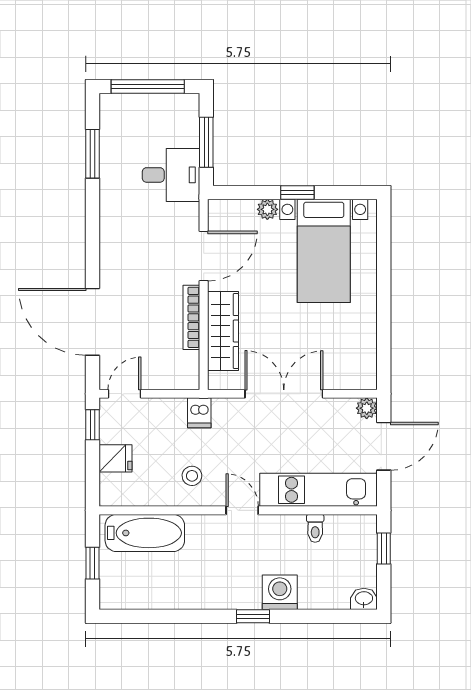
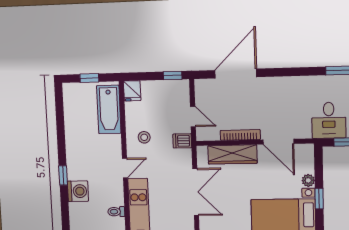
door: (124, 394) -> (193, 117), moved
fridge: (115, 458) -> (132, 91), moved

